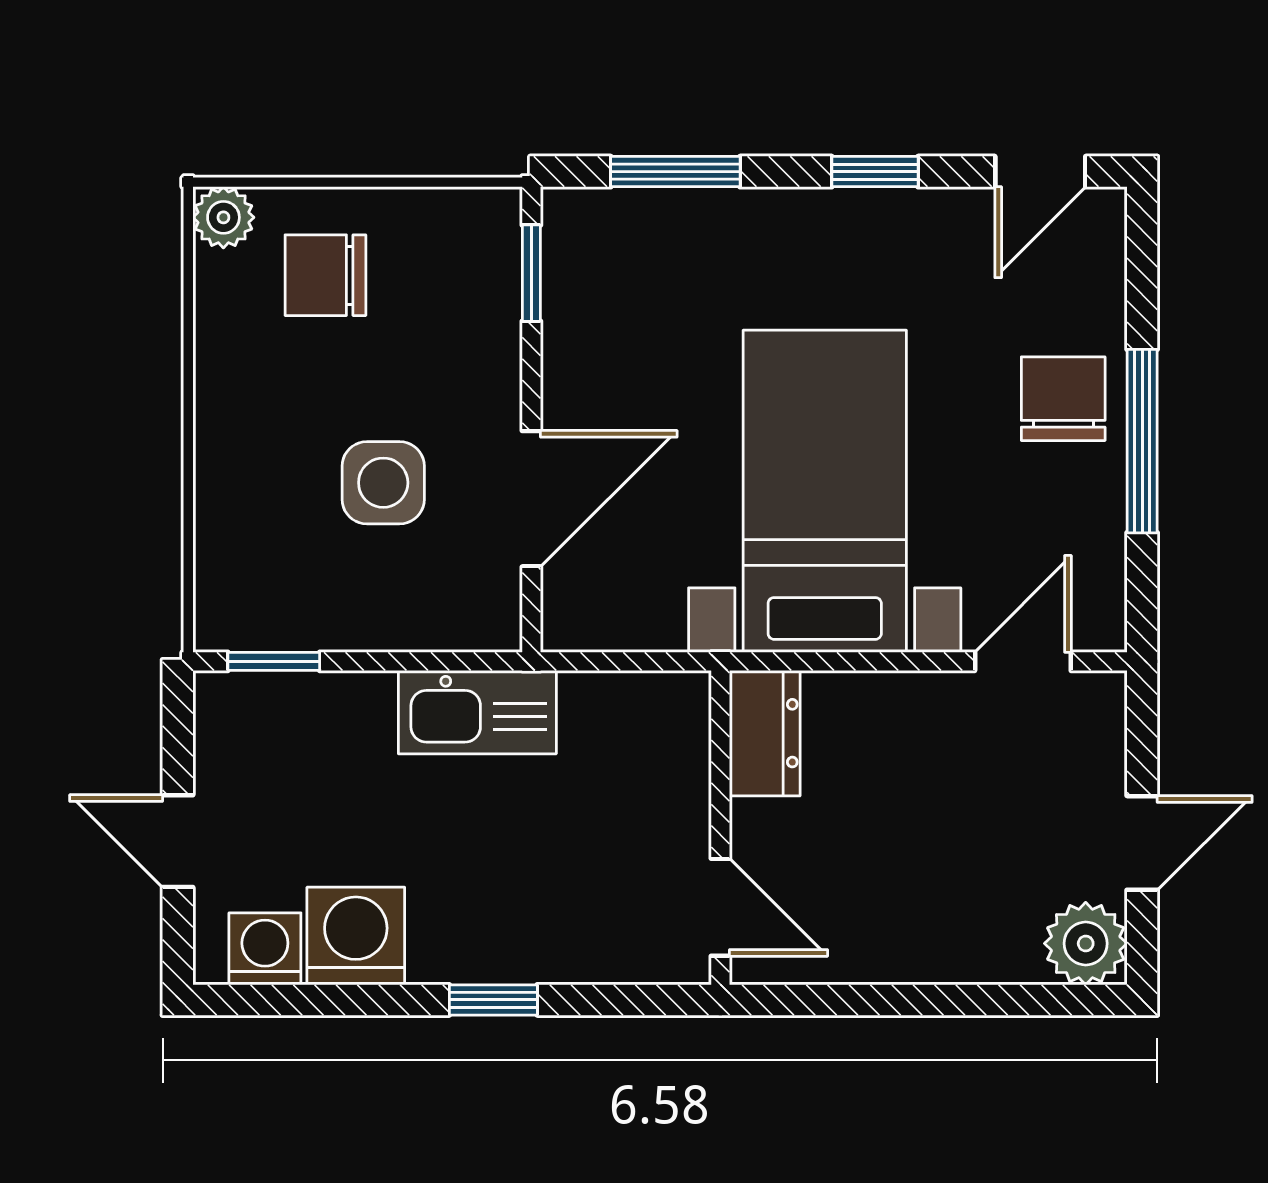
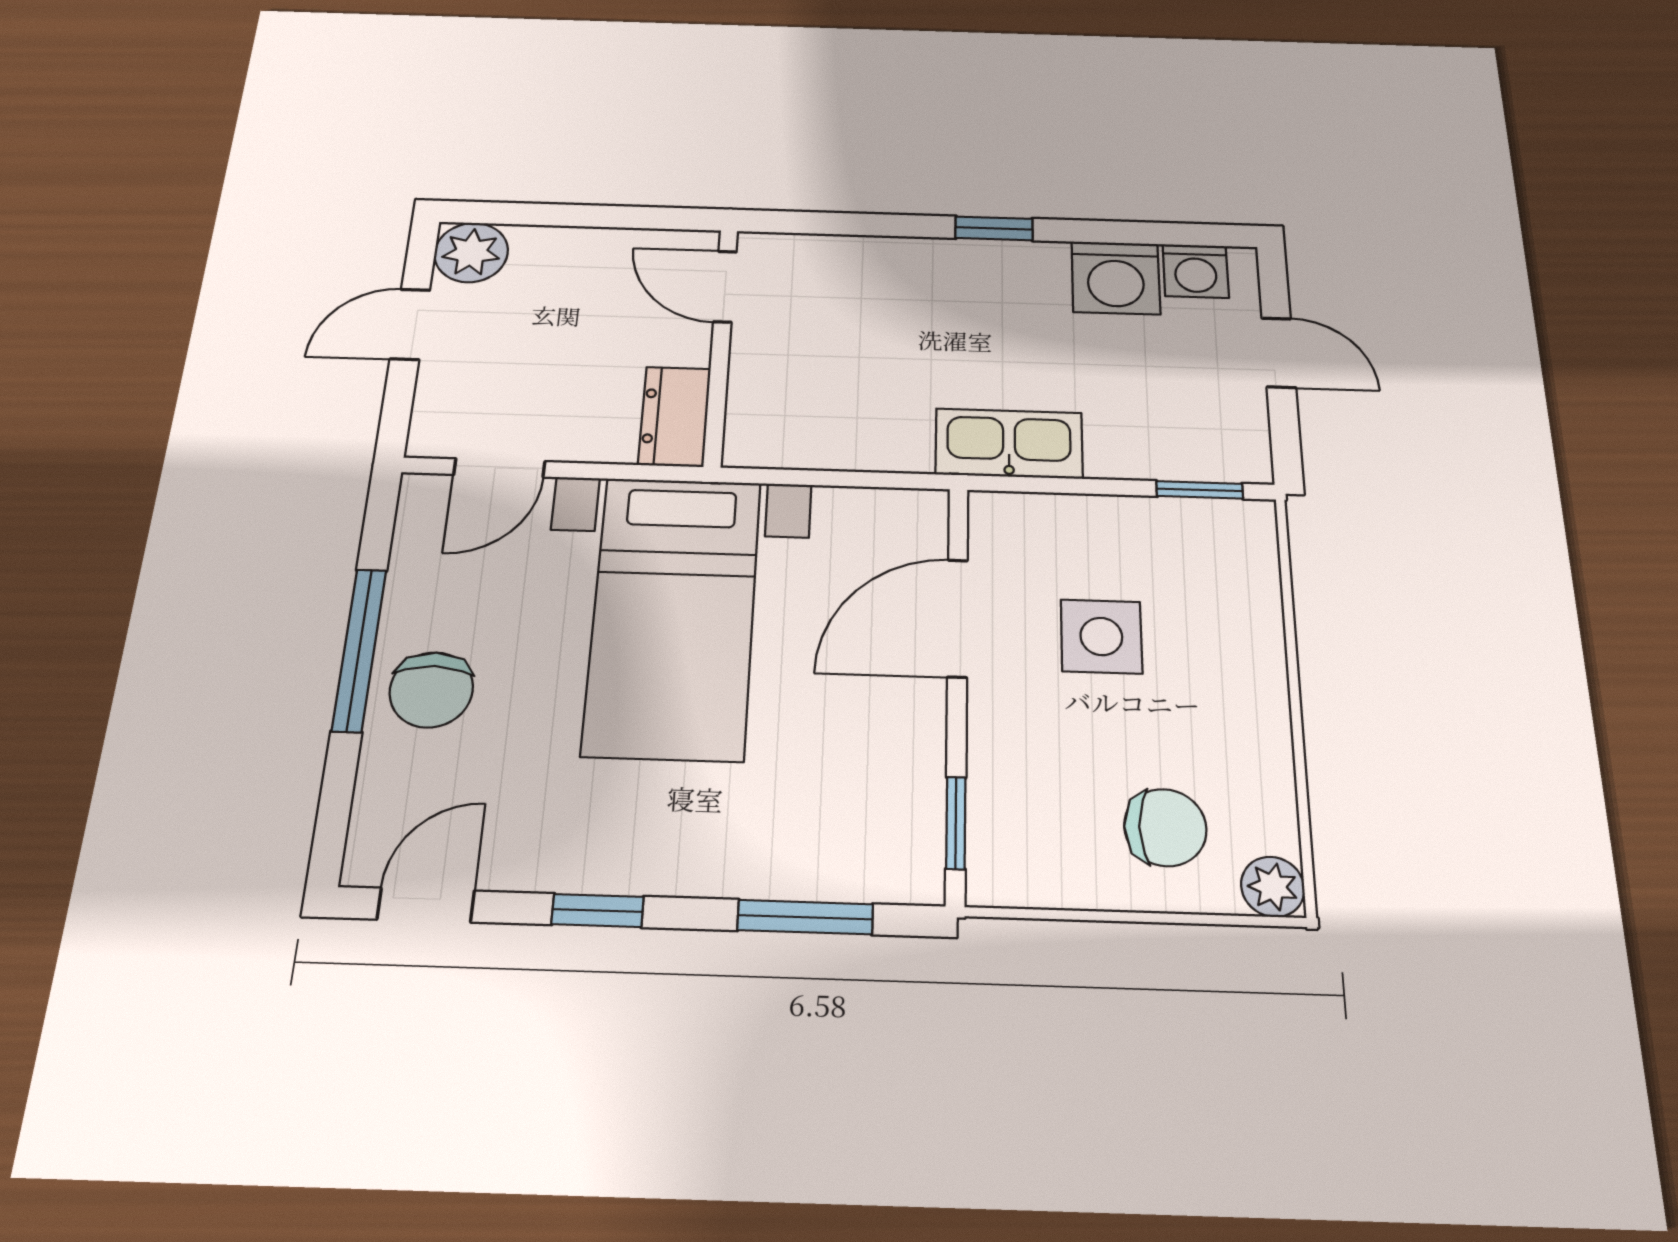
dresser: (765, 733) -> (675, 416), moved
wall: (720, 828) -> (721, 345), moved
door: (720, 907) -> (725, 287), moved

